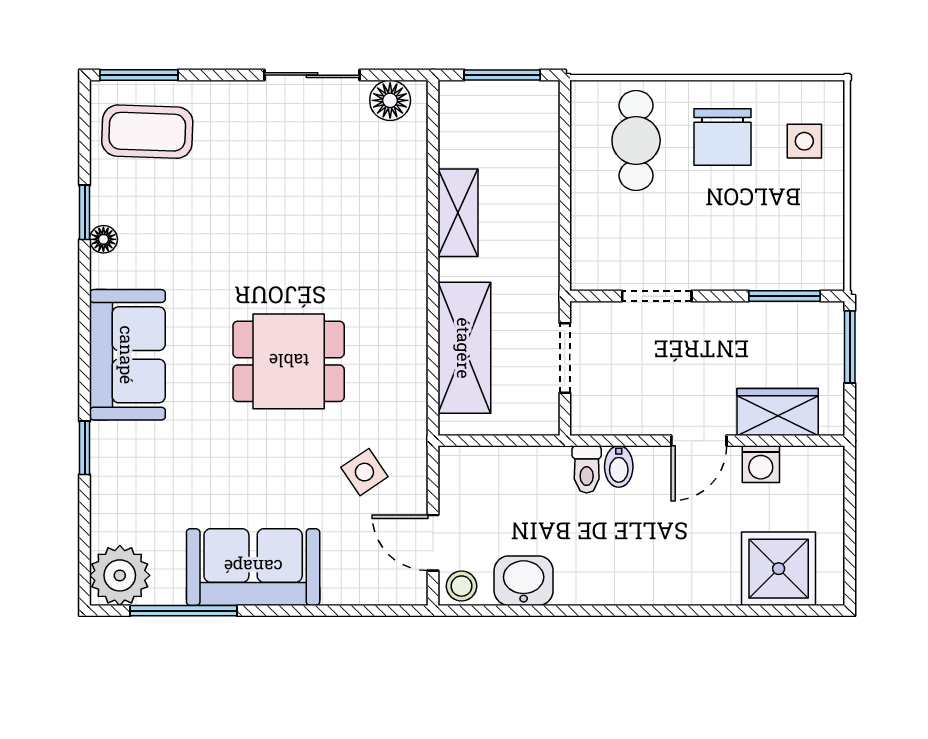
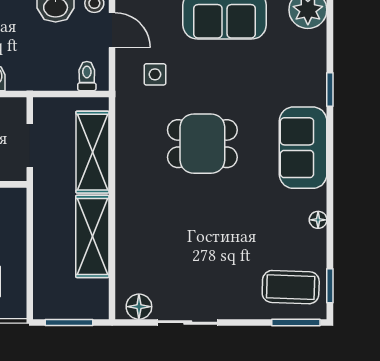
window: (85, 212) -> (330, 286), moved
shelving: (458, 213) -> (92, 236), width x1.50, depth x1.33
toilet: (587, 469) -> (87, 76), moved
side table: (364, 472) -> (155, 74), turned 34

